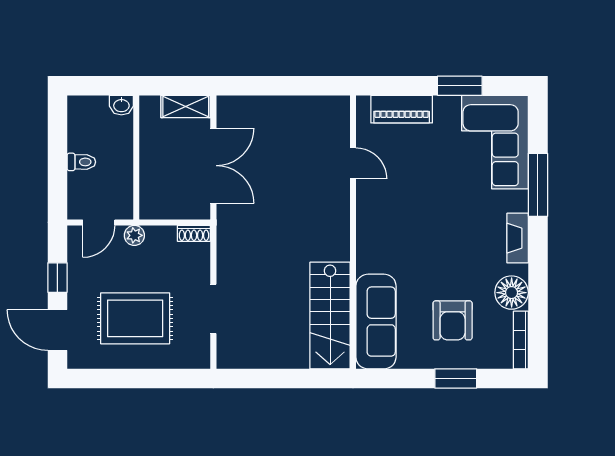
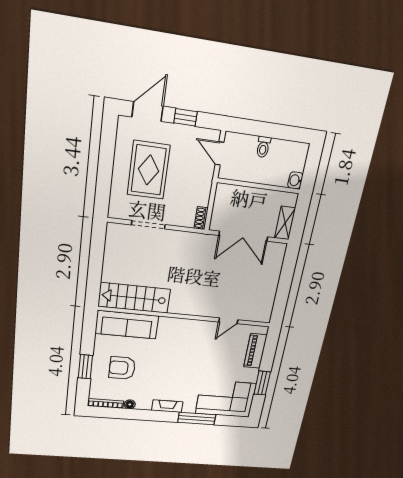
plant: (134, 235) -> (206, 177), removed
floor lamp: (512, 293) -> (130, 404), width x0.53, depth x0.53

